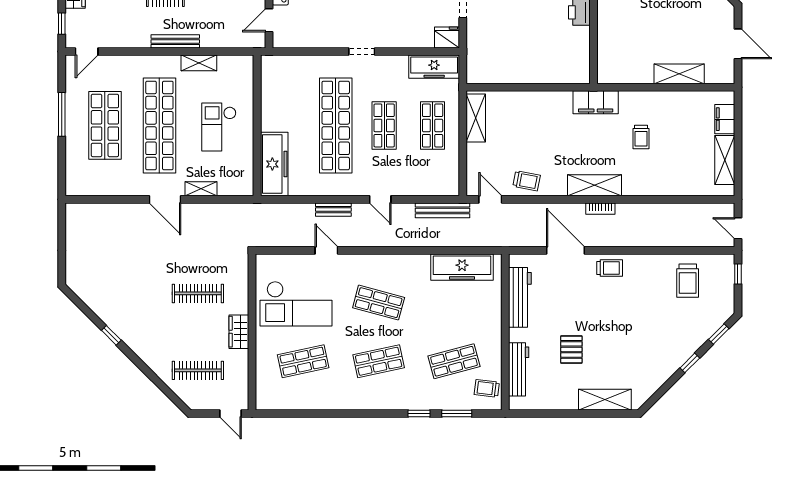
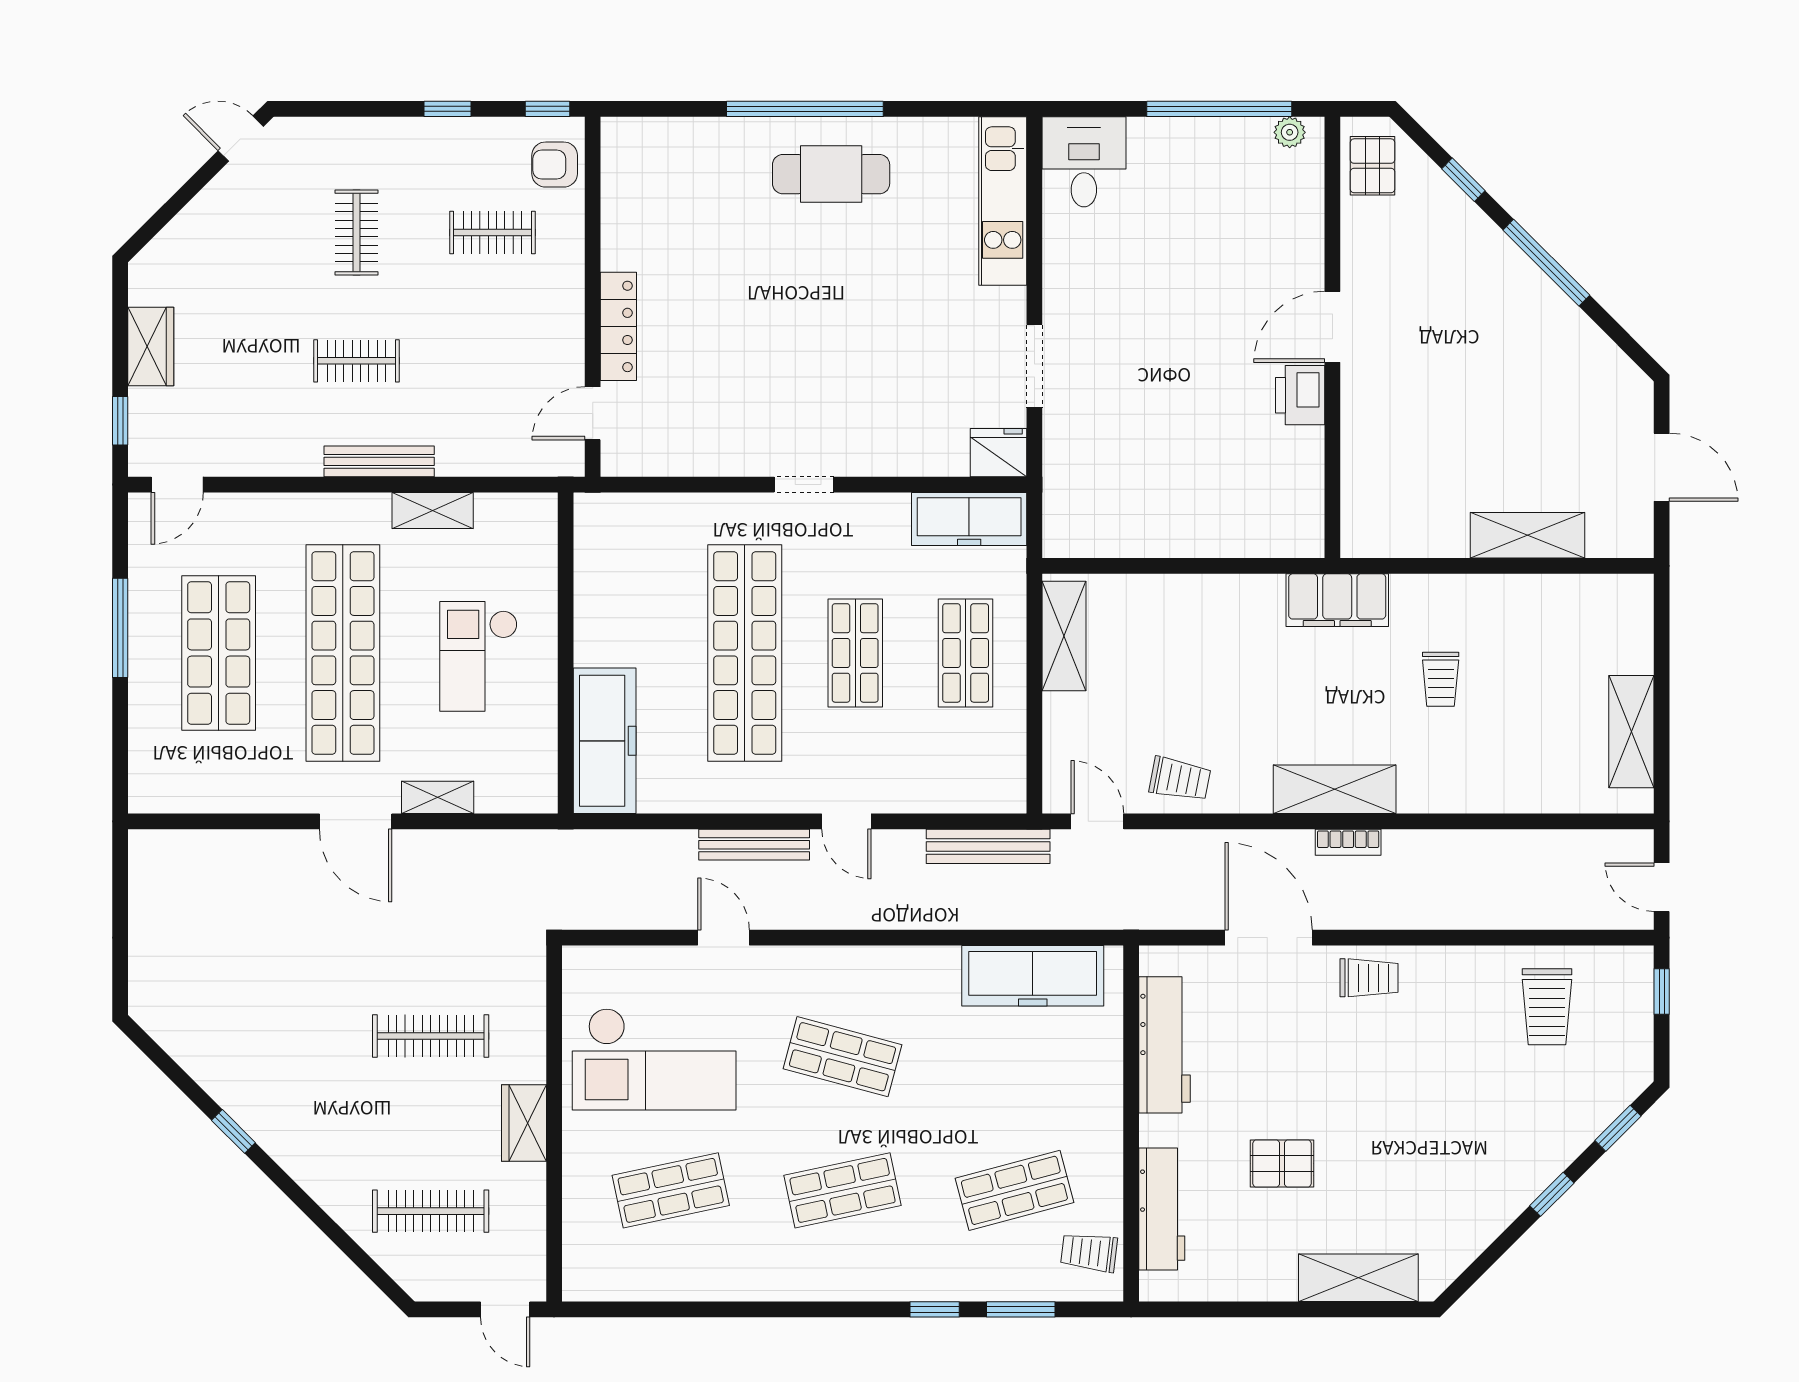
filing cabinet: (725, 119) -> (1631, 638), removed
bench: (333, 210) -> (754, 845), width x1.36
pallet: (571, 349) -> (1282, 1164), turned 90

